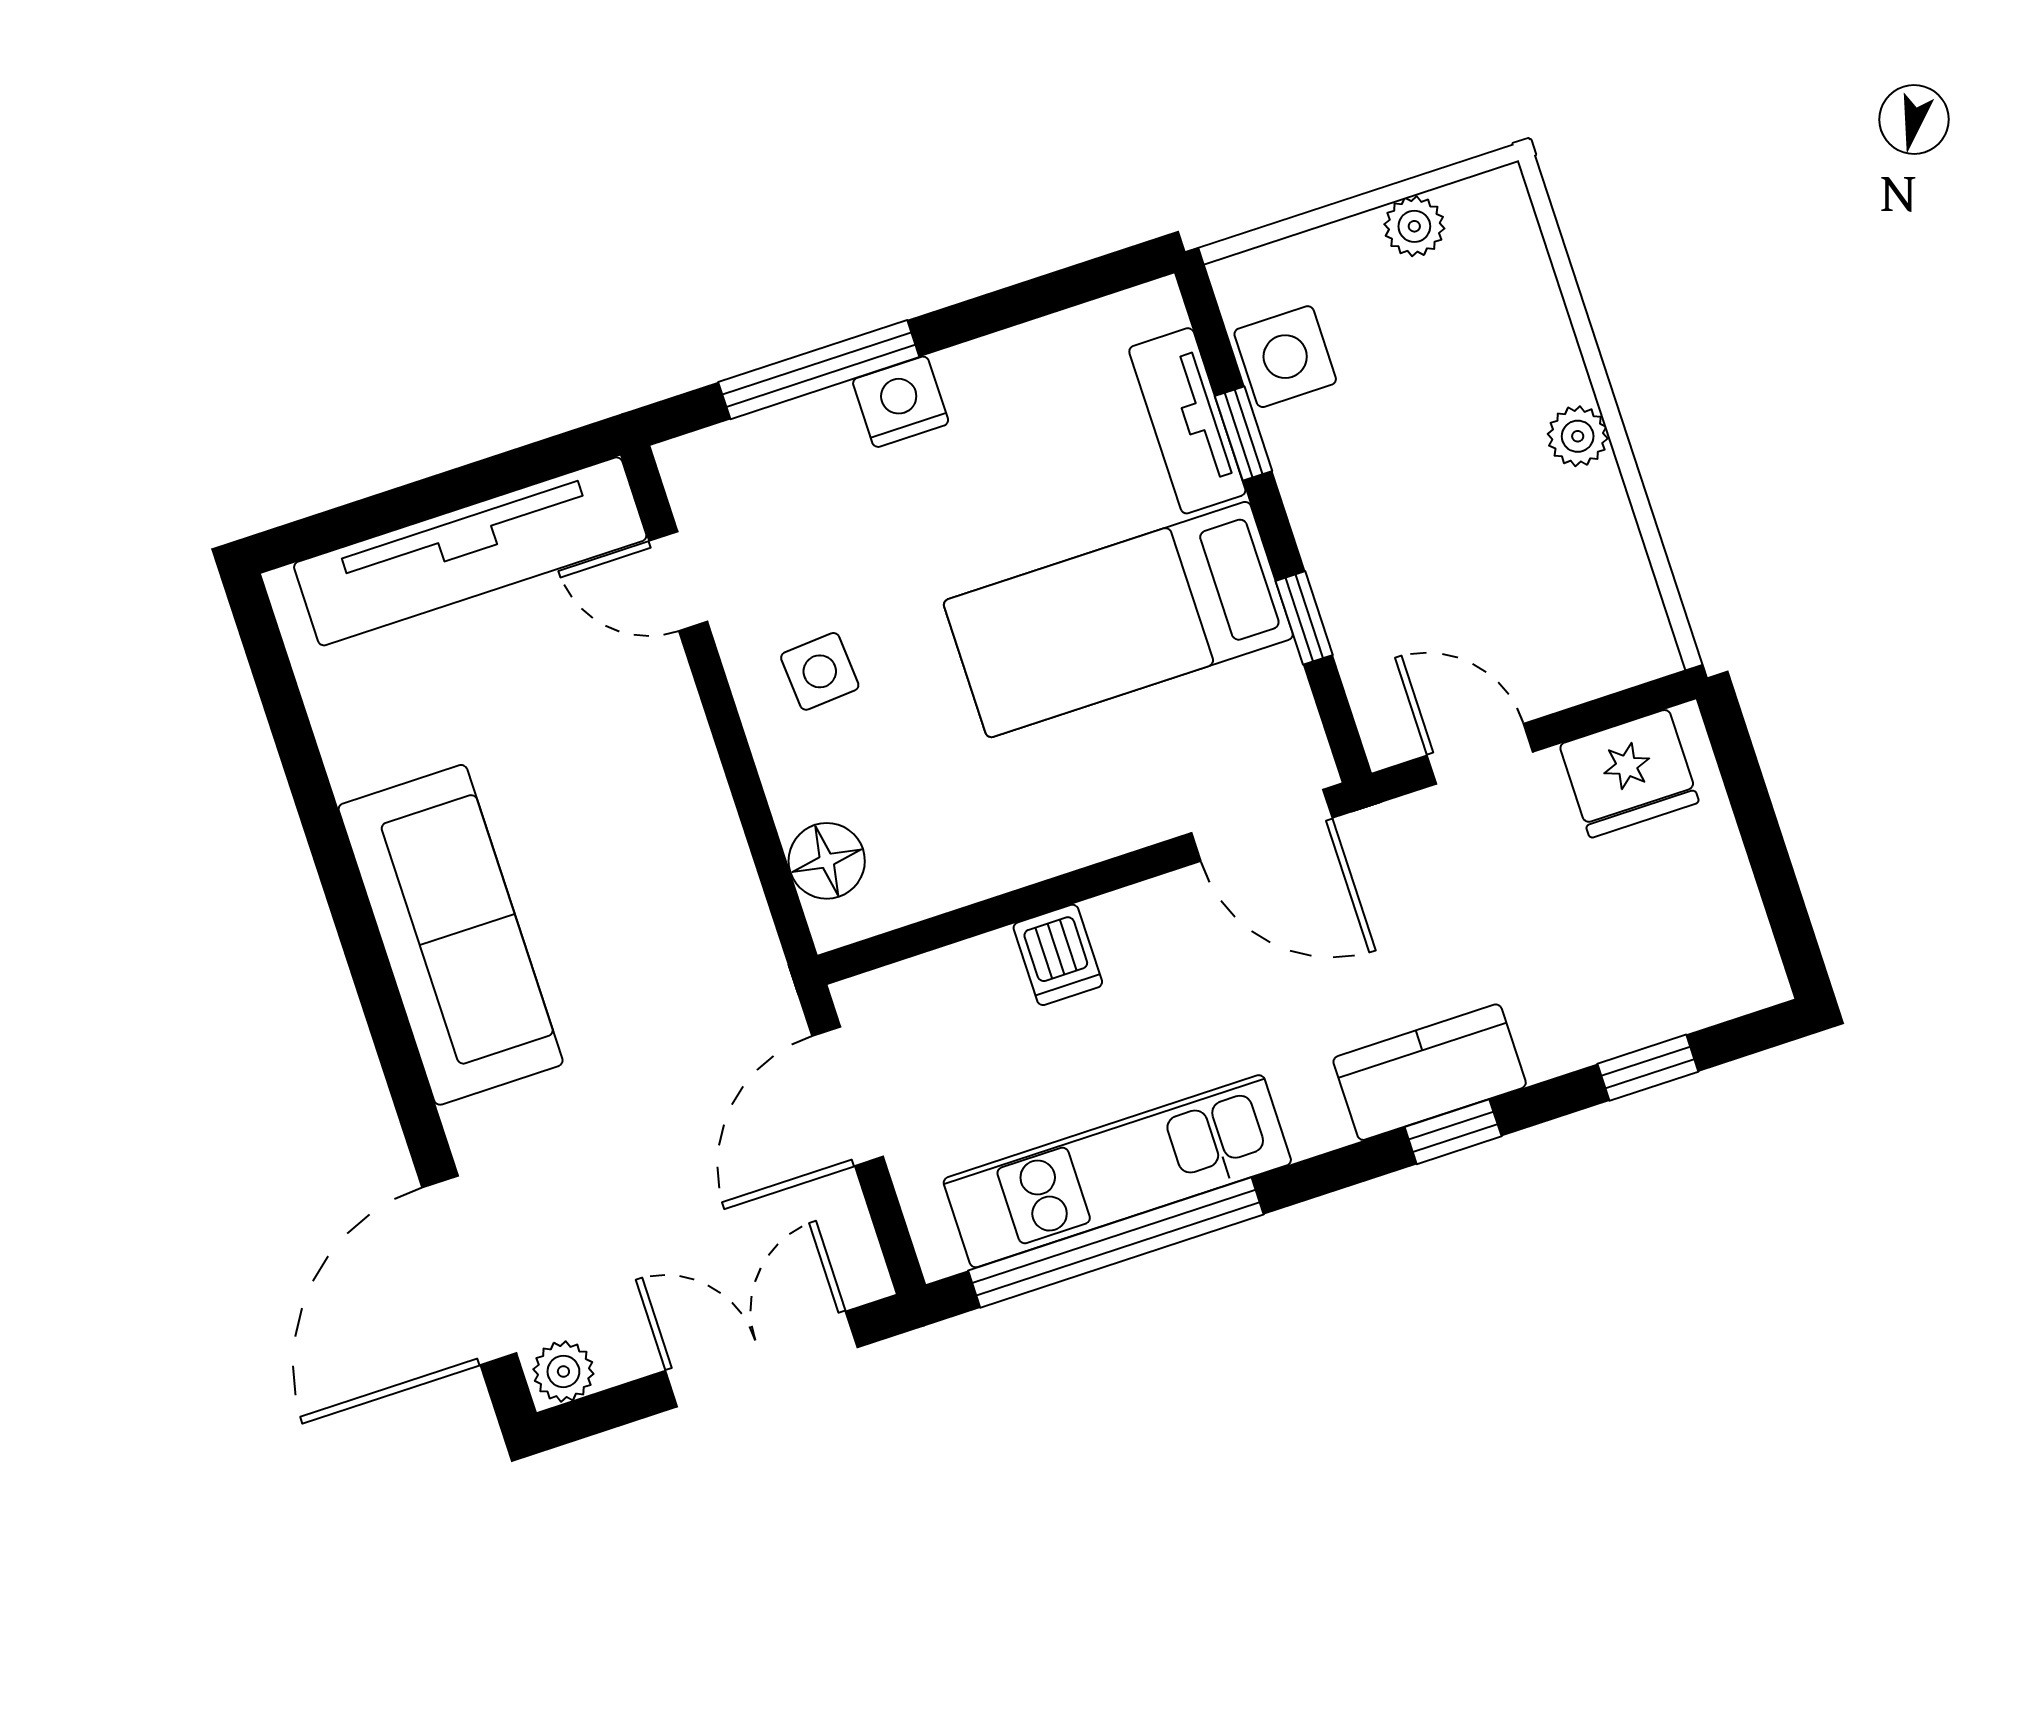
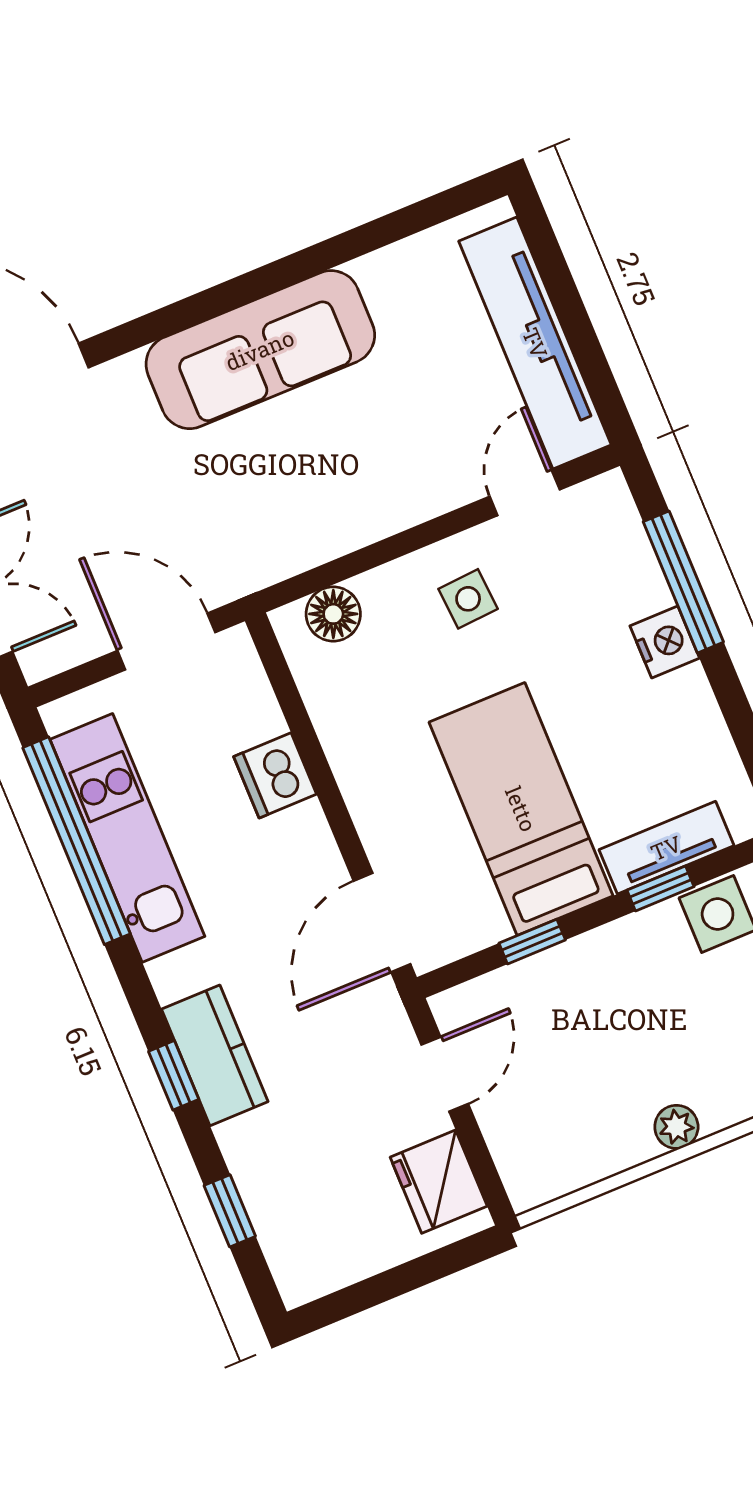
dishwasher: (1058, 955) -> (275, 775), width x1.38

